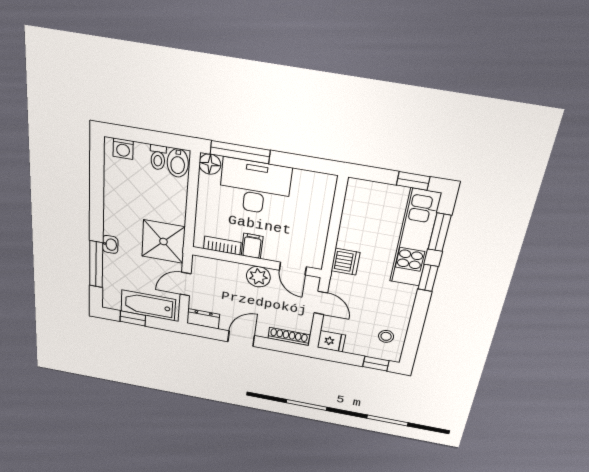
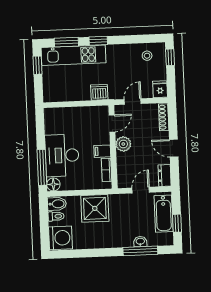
washing machine: (123, 149) -> (61, 238), width x1.89, depth x1.89
shower: (163, 242) -> (95, 208), moved
washbasin: (110, 244) -> (140, 242), moved
door: (186, 284) -> (141, 190), swing flipped

